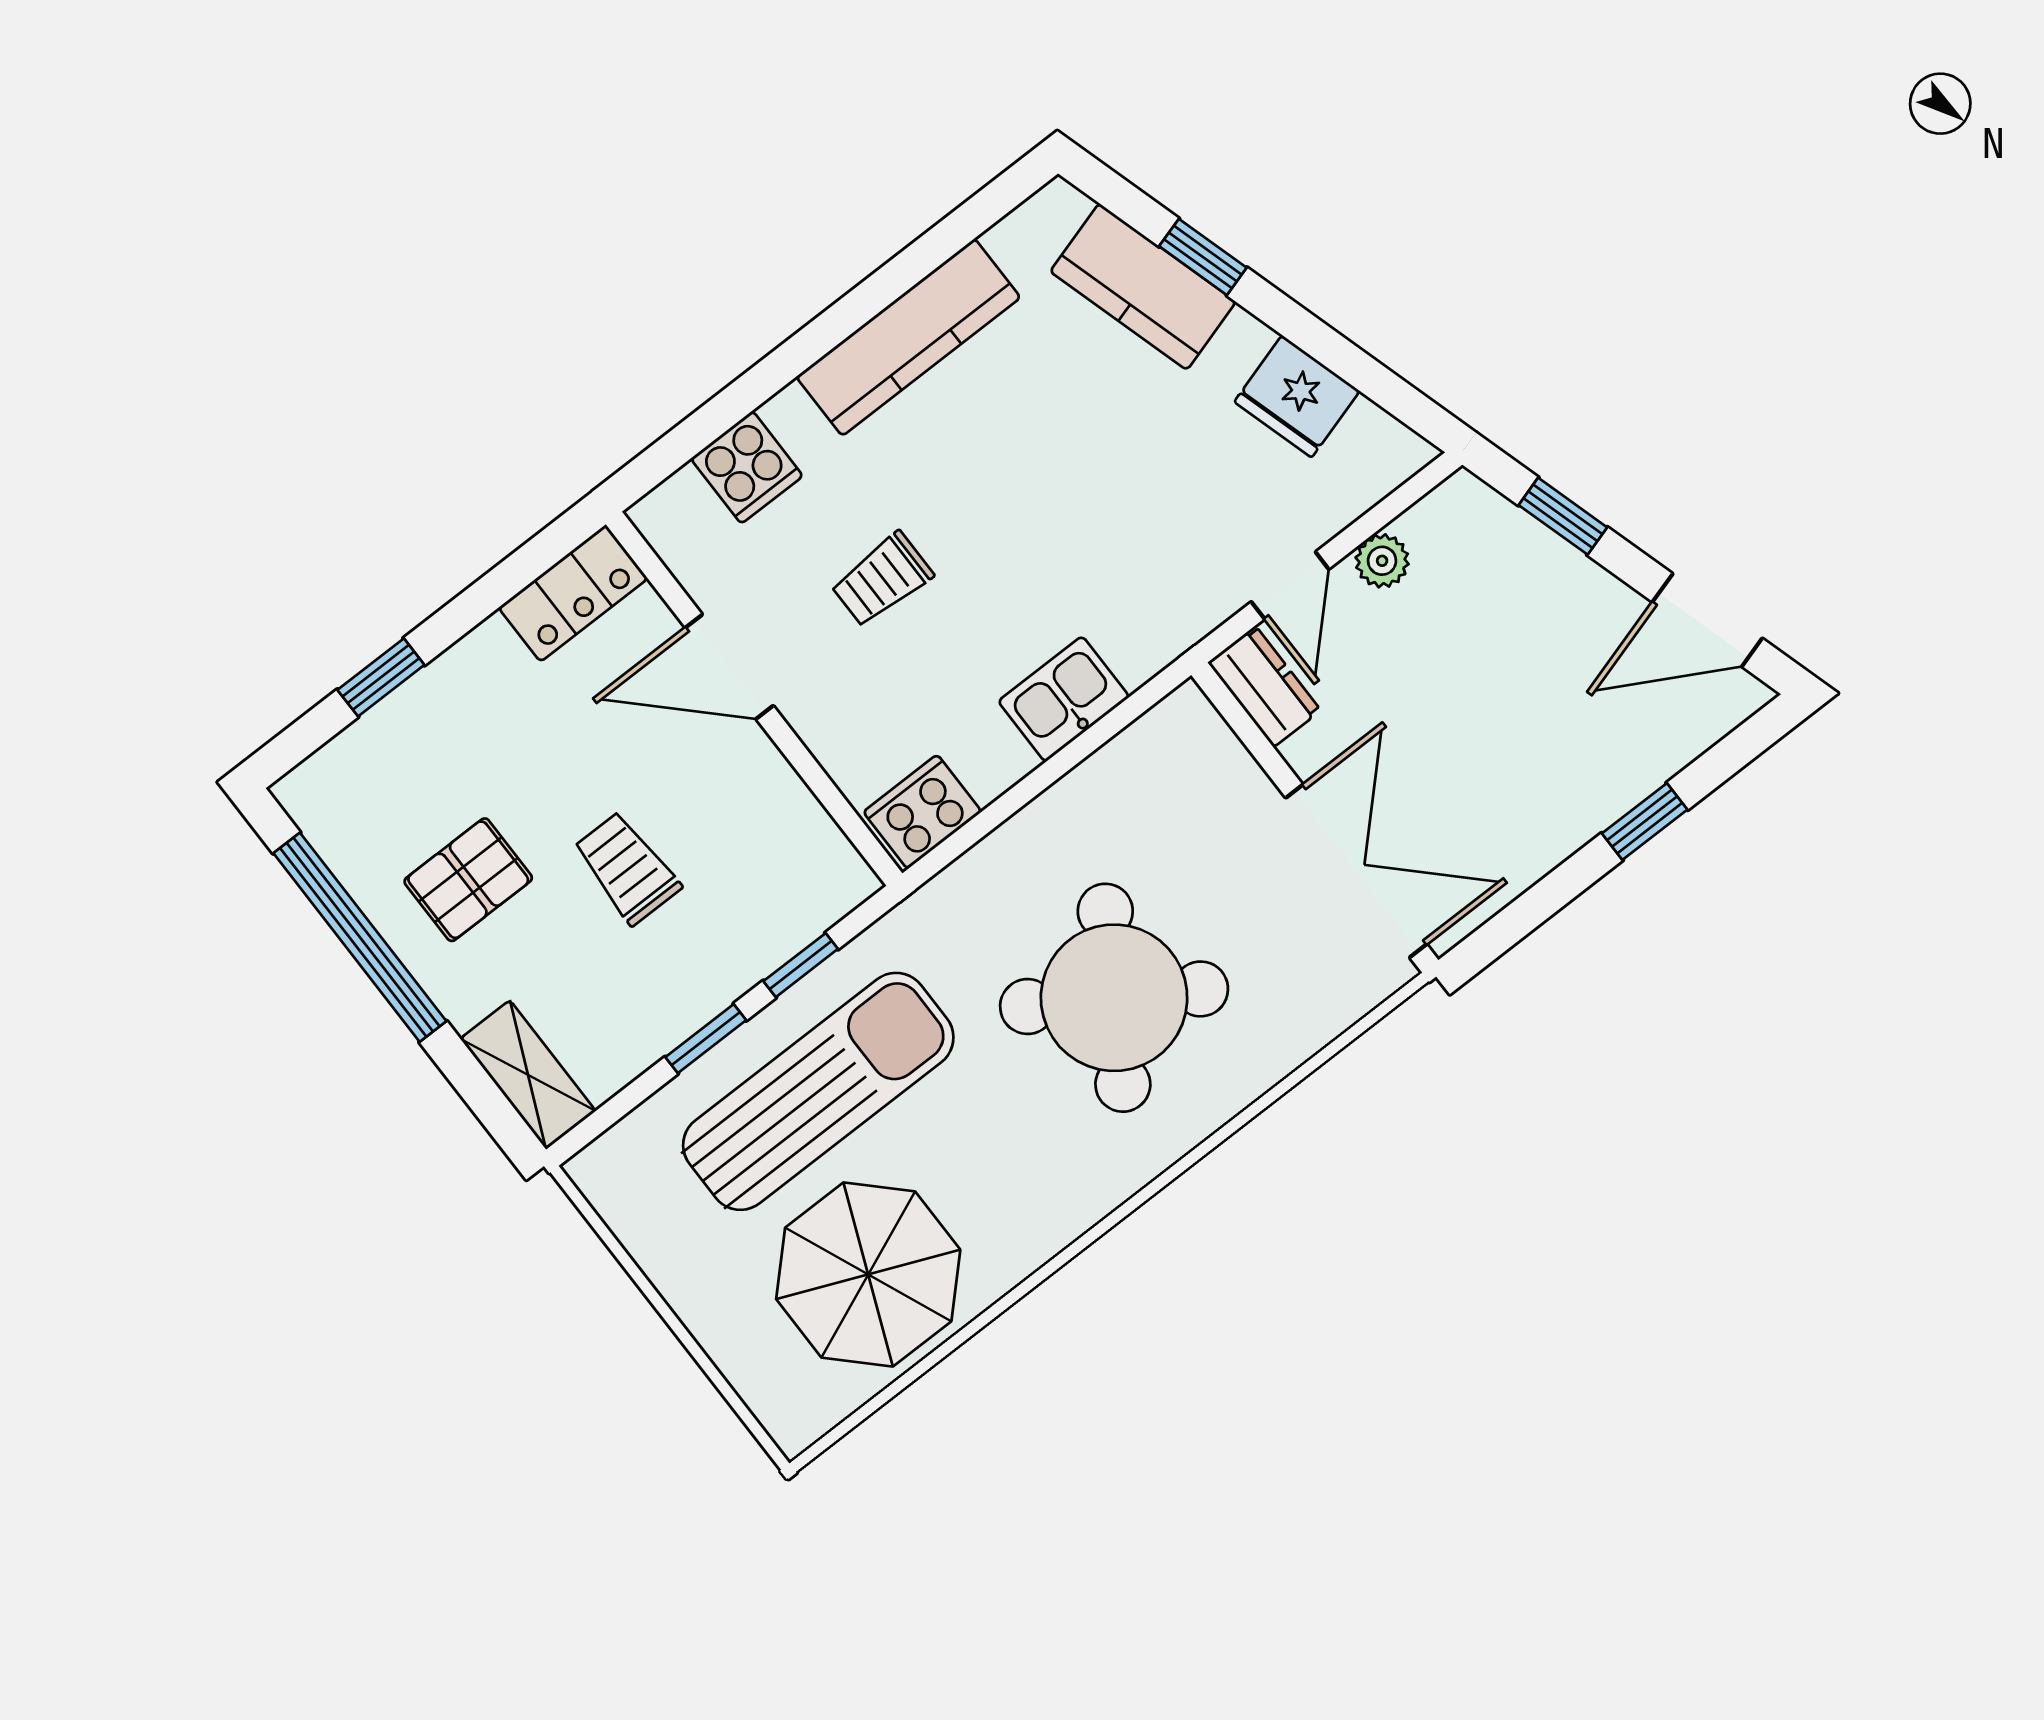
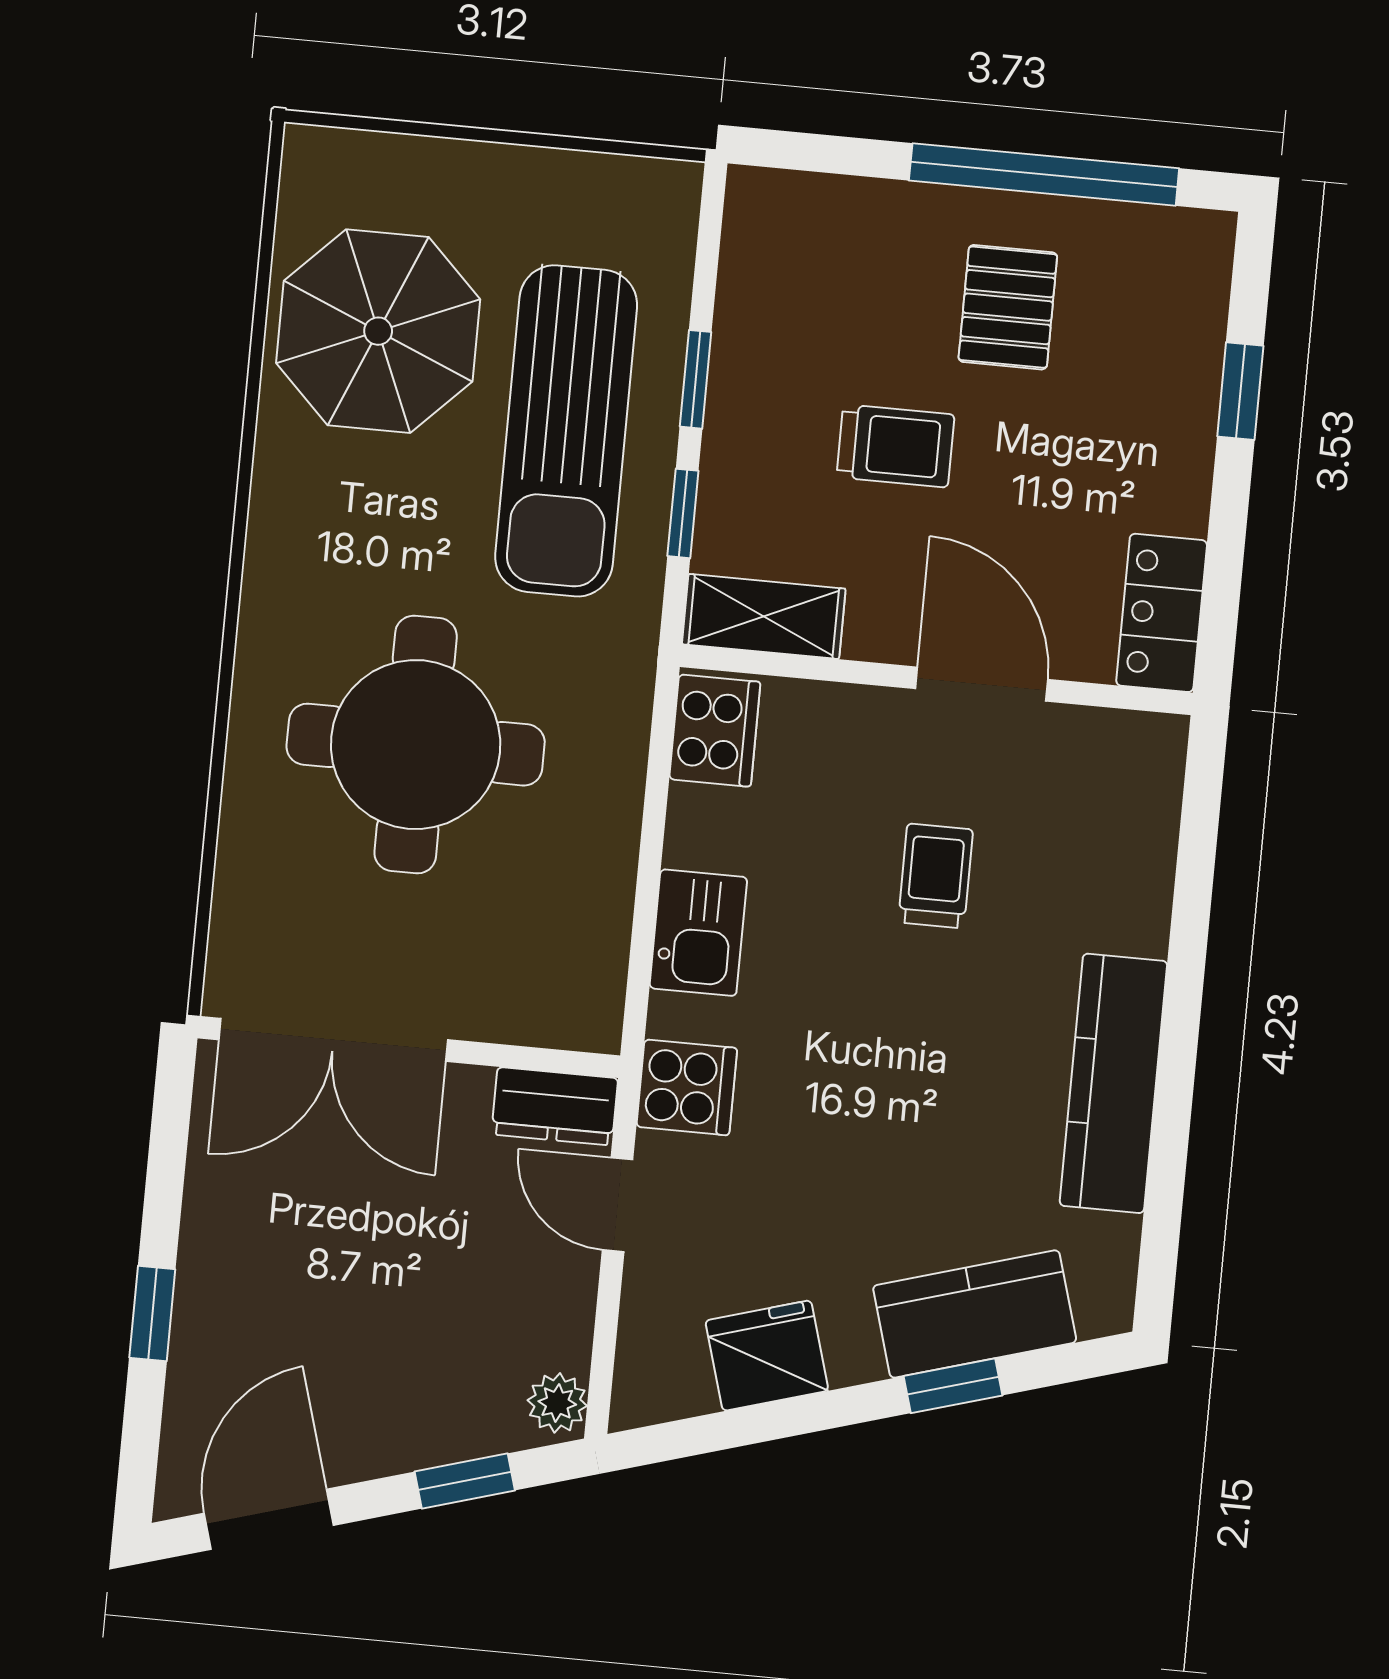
cooker: (747, 467) -> (687, 1087), moved, turned 180
plant: (1382, 561) -> (557, 1403), moved
door: (729, 667) -> (982, 684), hinge flipped
round table: (1114, 998) -> (416, 745), turned -32
shelving: (528, 1075) -> (764, 616), moved

